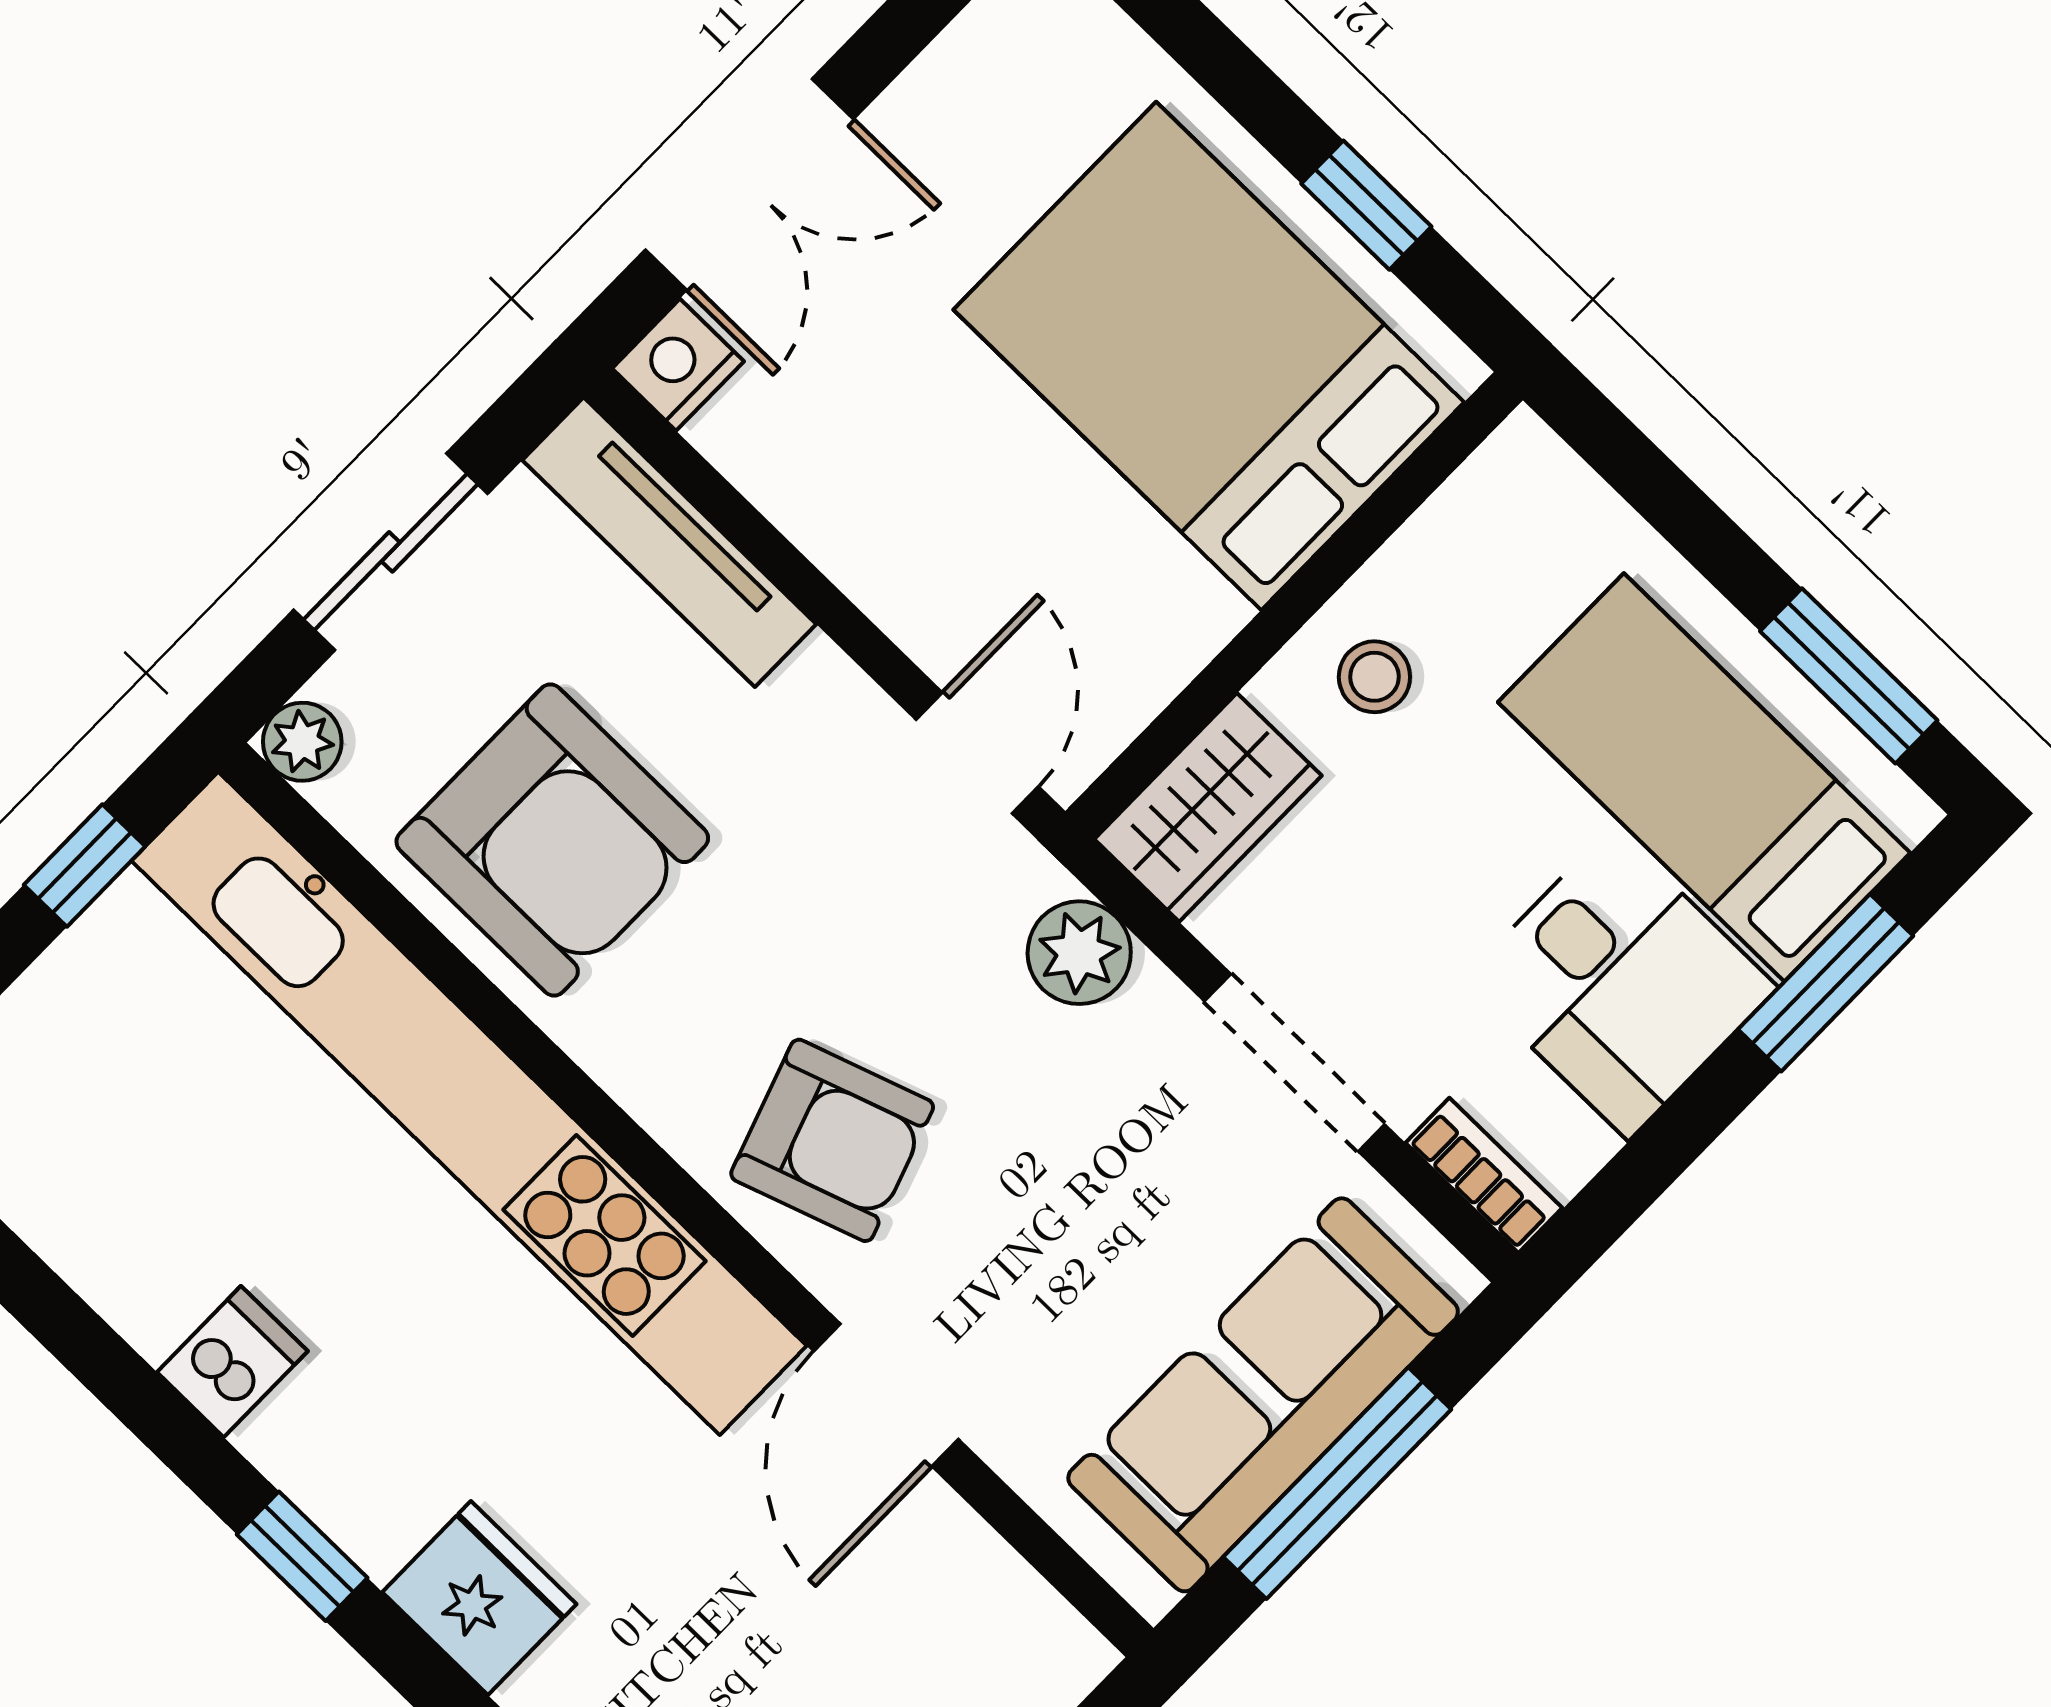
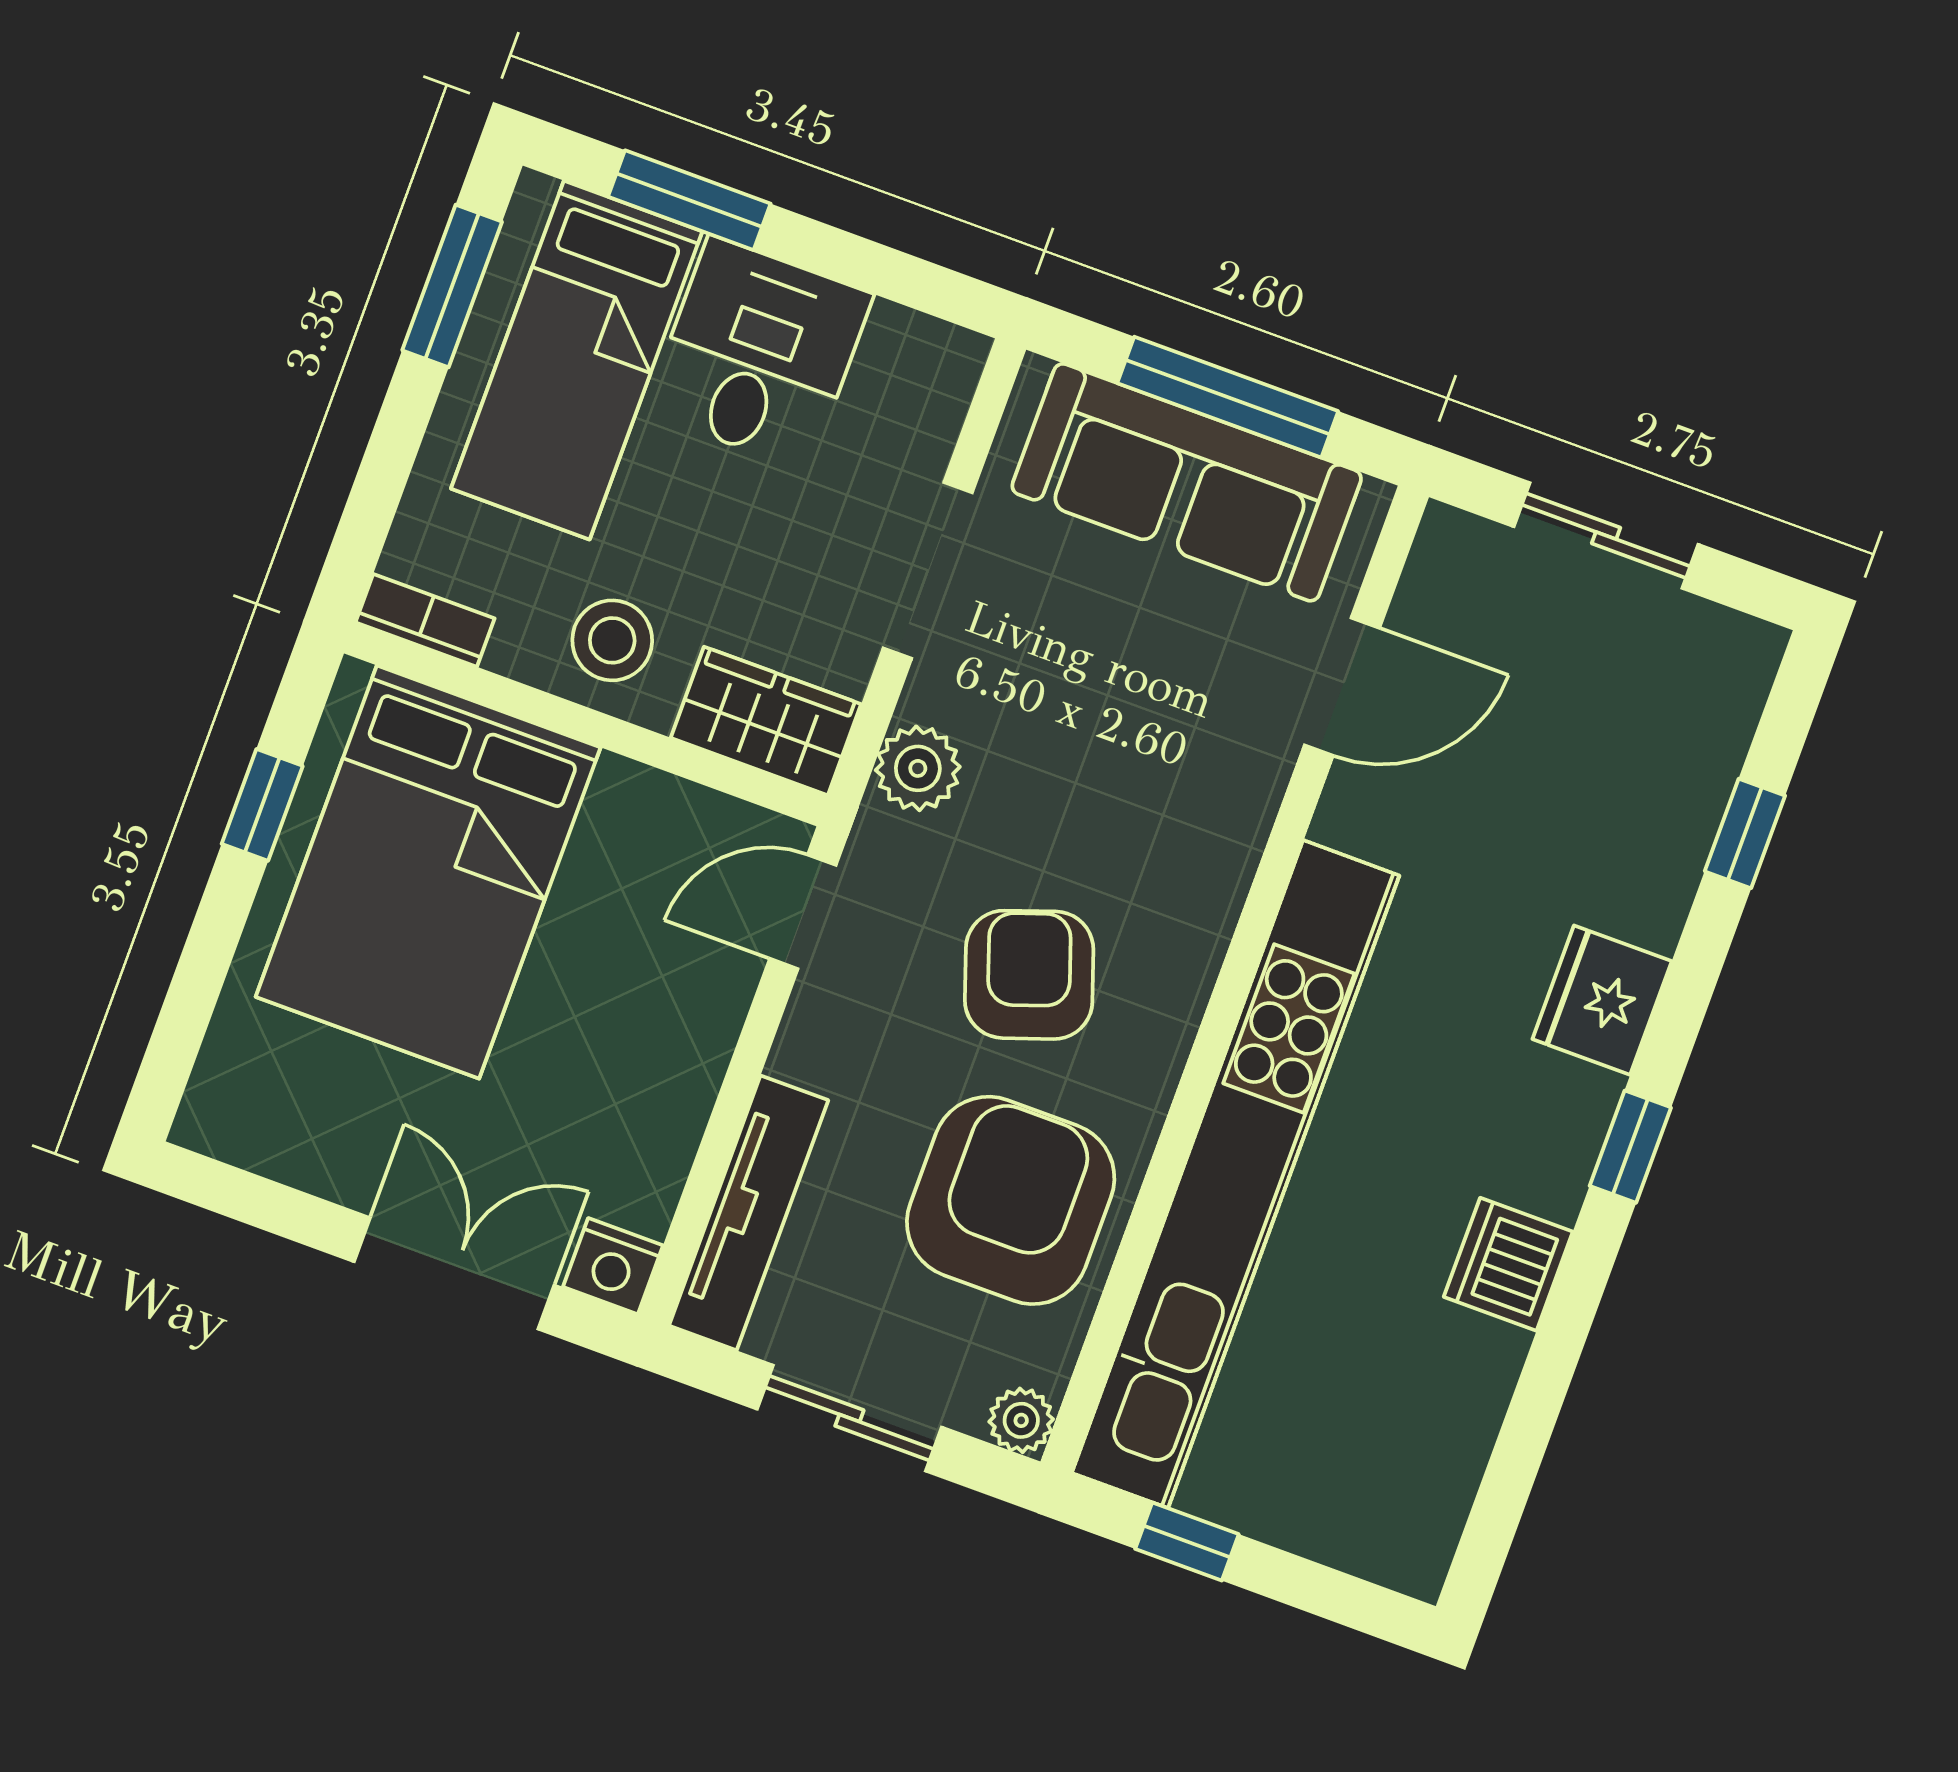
stool: (1374, 677) -> (612, 640), width x1.37, depth x1.37
armchair: (832, 1140) -> (1029, 975), moved
bookcase: (1484, 1175) -> (425, 620), moved, turned 90
dishwasher: (232, 1362) -> (1508, 1264), width x1.38
door: (886, 1395) -> (1342, 687), moved

